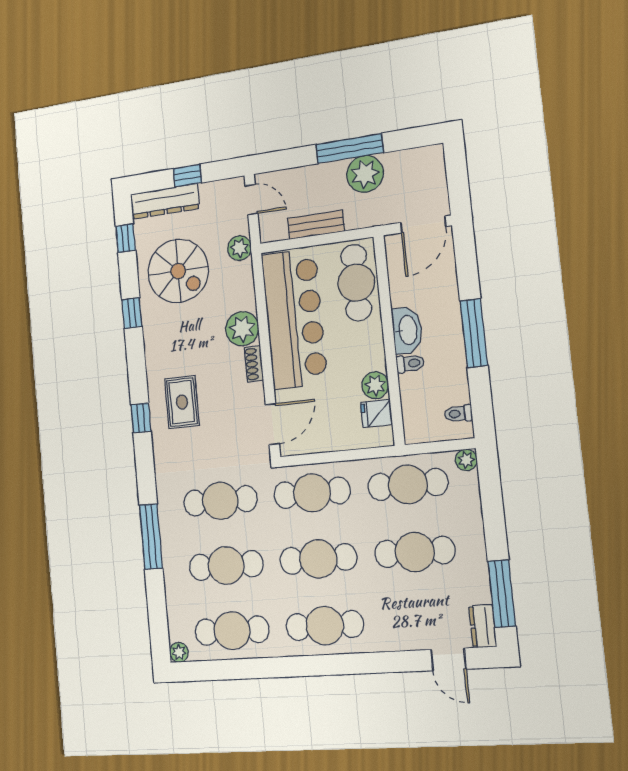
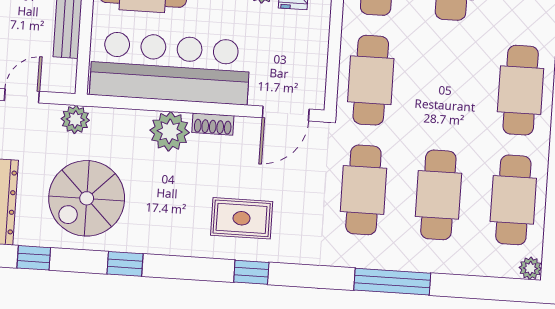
spiral stairs: (178, 271) -> (87, 198), turned 180
door: (272, 424) -> (286, 113), swing flipped
cafe table: (318, 559) -> (446, 85), removed

